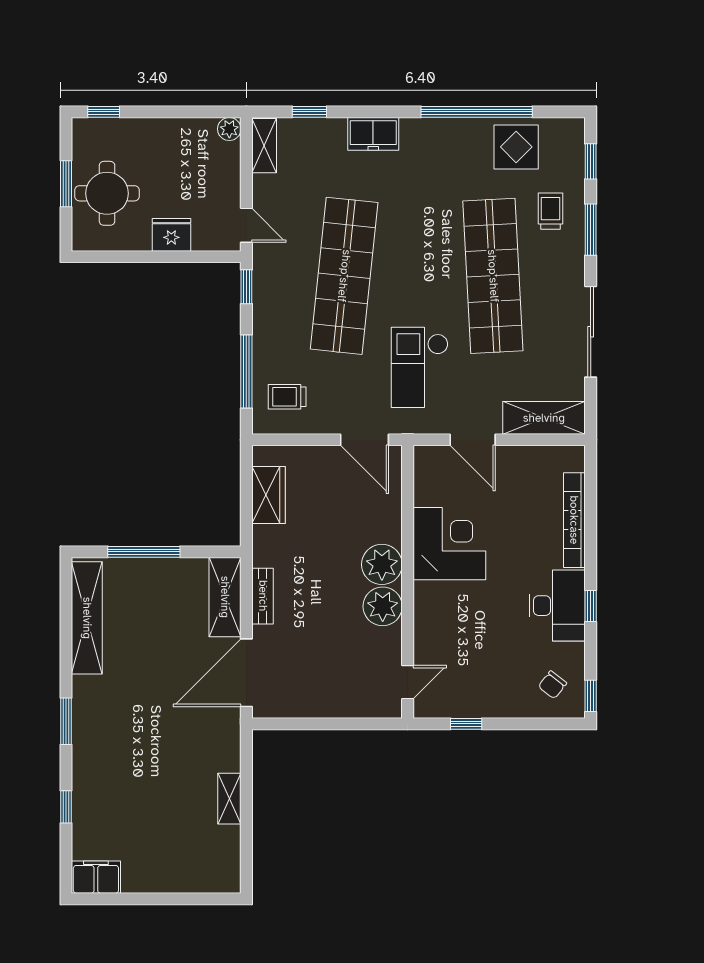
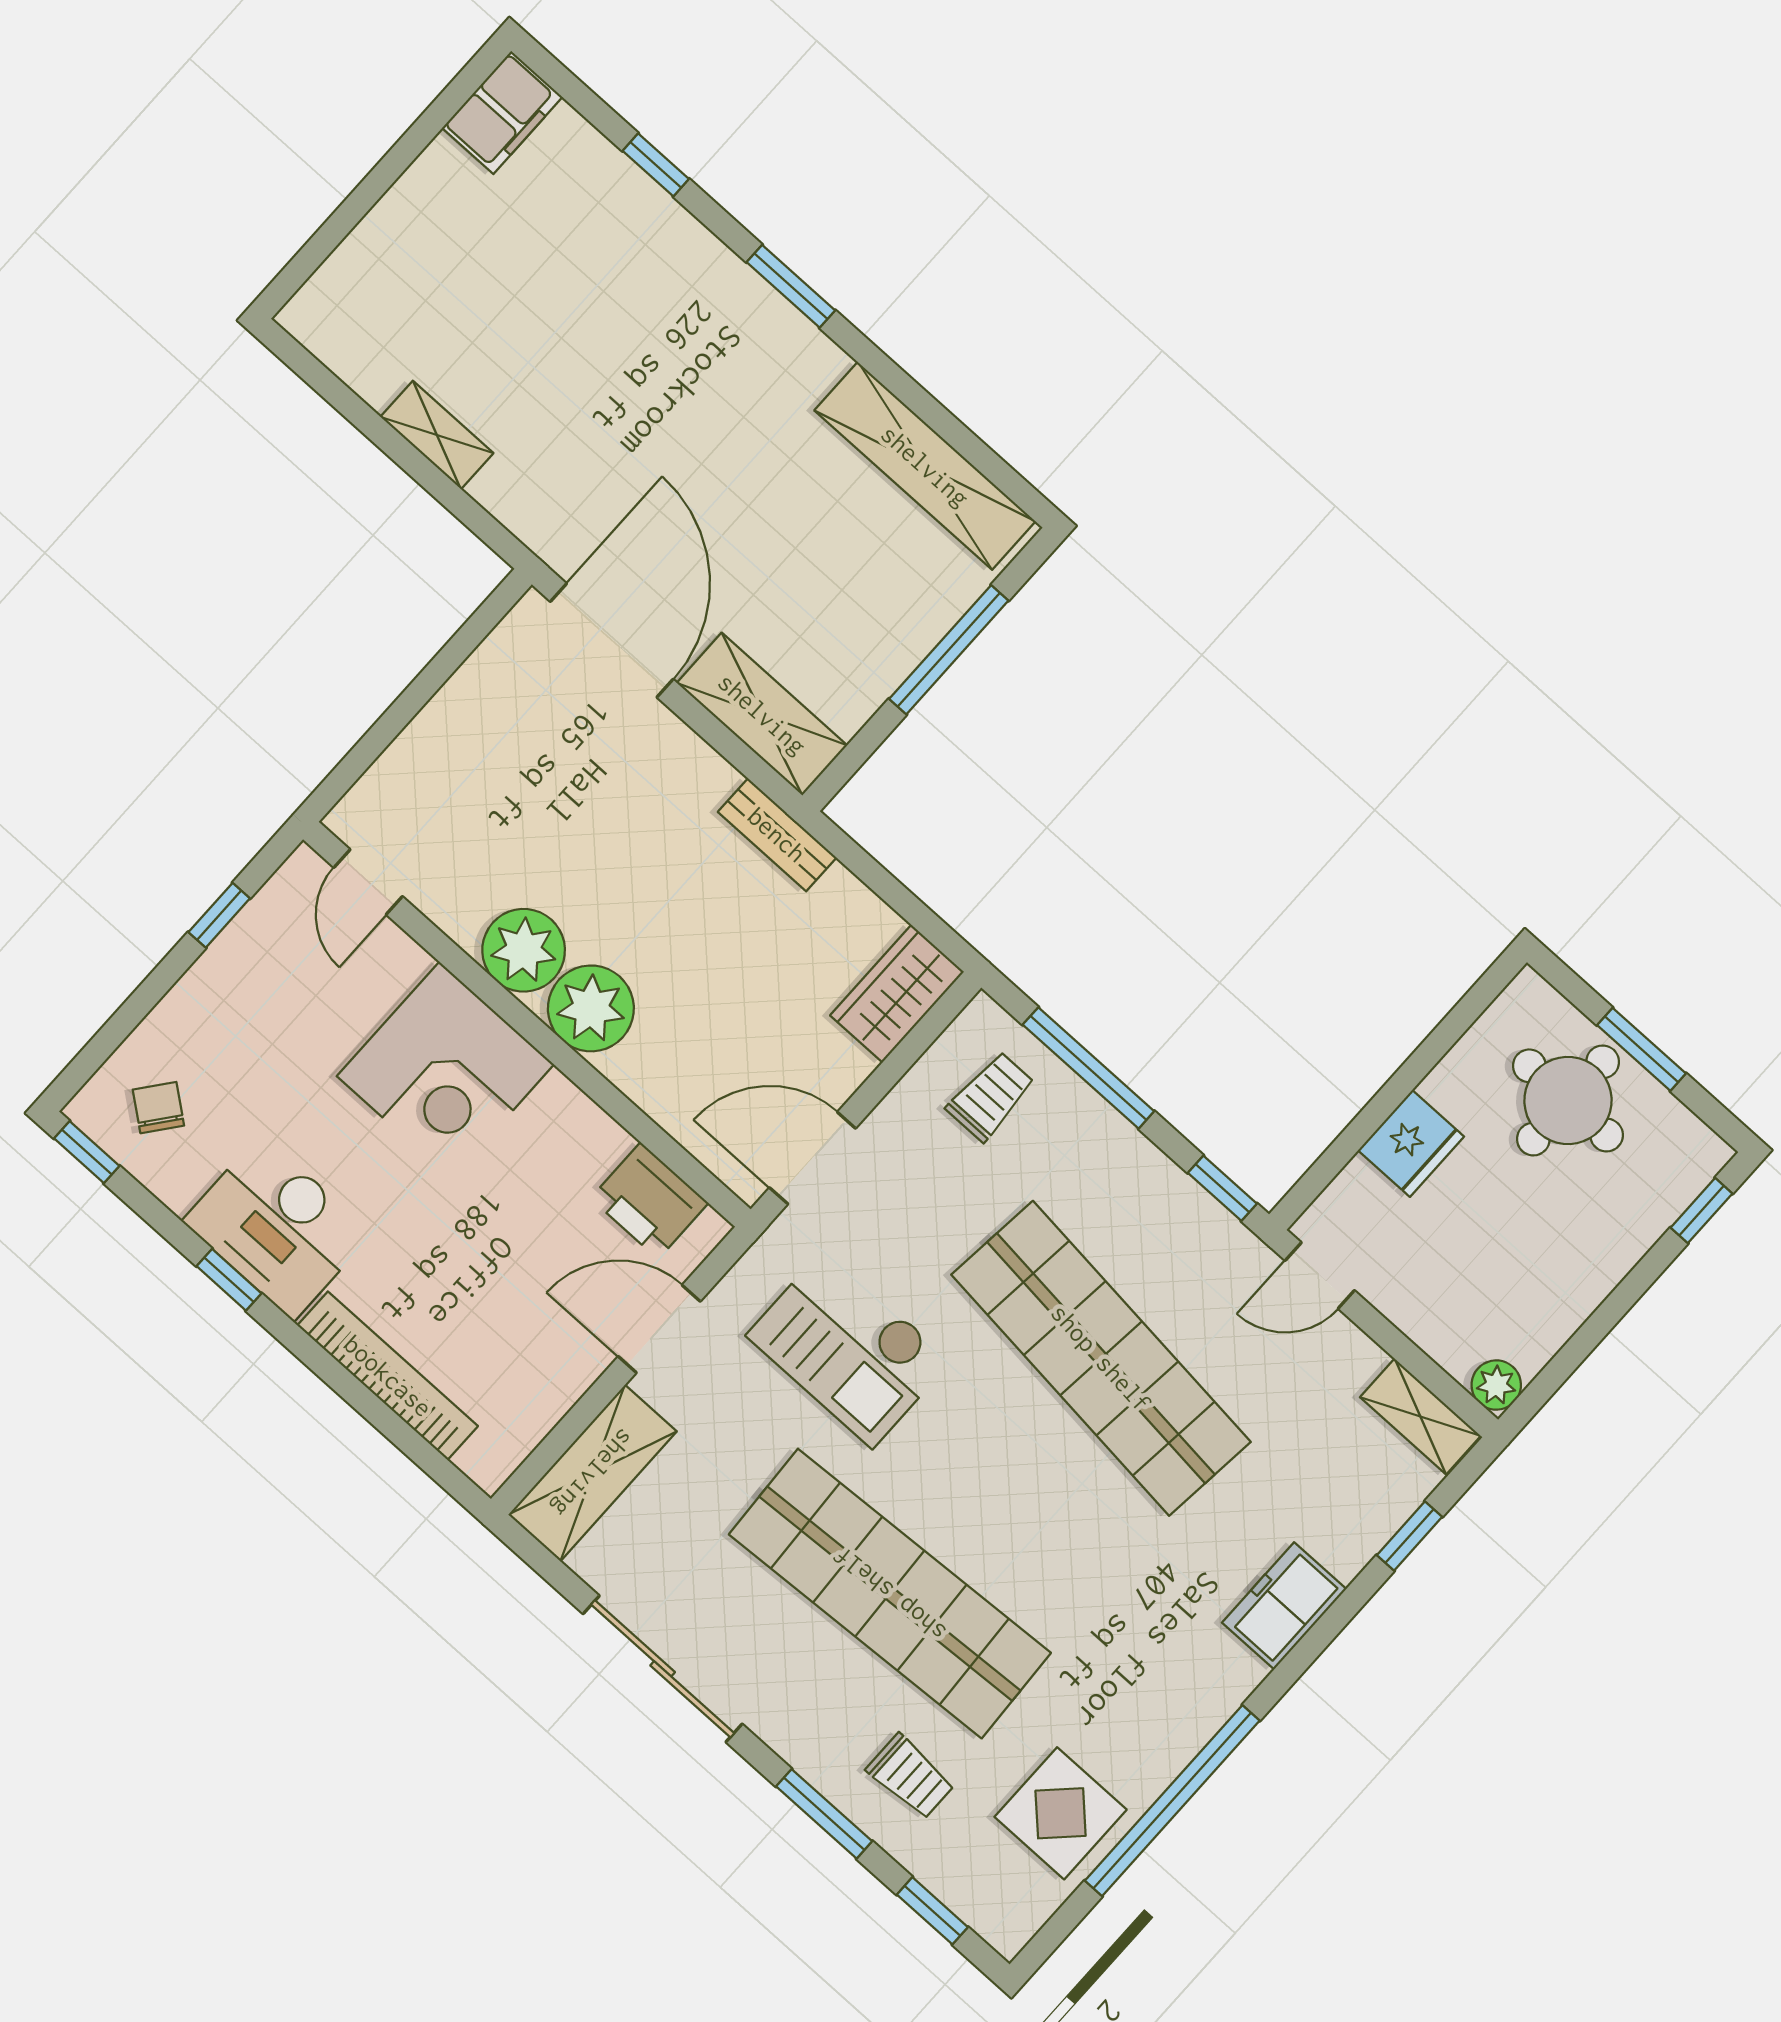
checkout: (420, 367) -> (849, 1348), turned 180
printer: (431, 484) -> (649, 1201), added
wardrobe: (268, 495) -> (897, 994), moved, turned 90
corner desk: (449, 544) -> (445, 1070), moved
bench: (263, 596) -> (777, 835), moved

